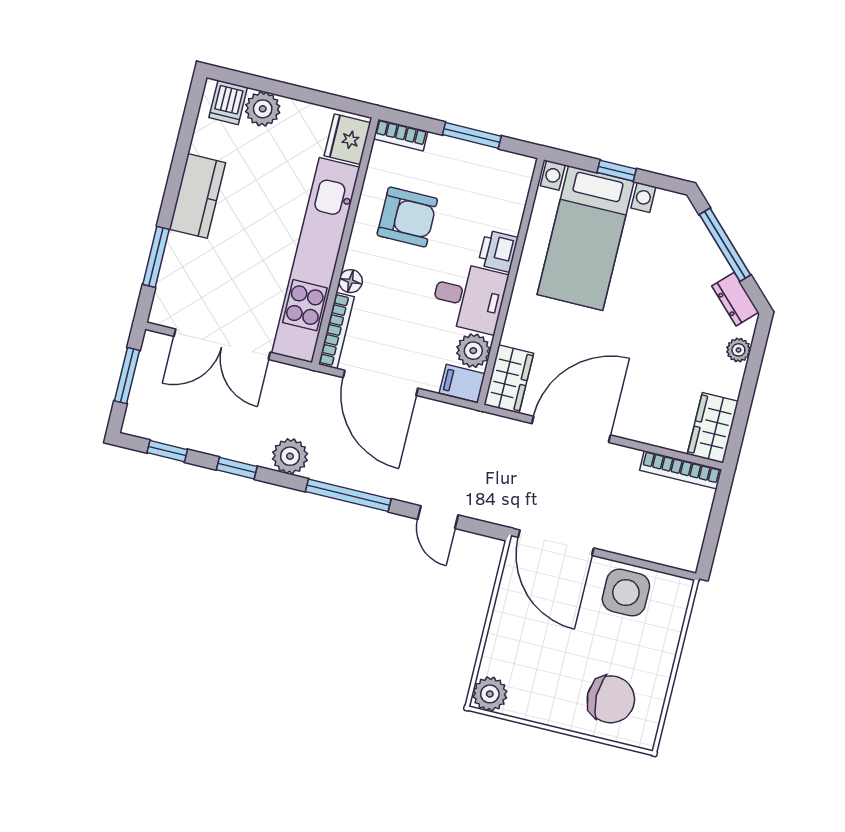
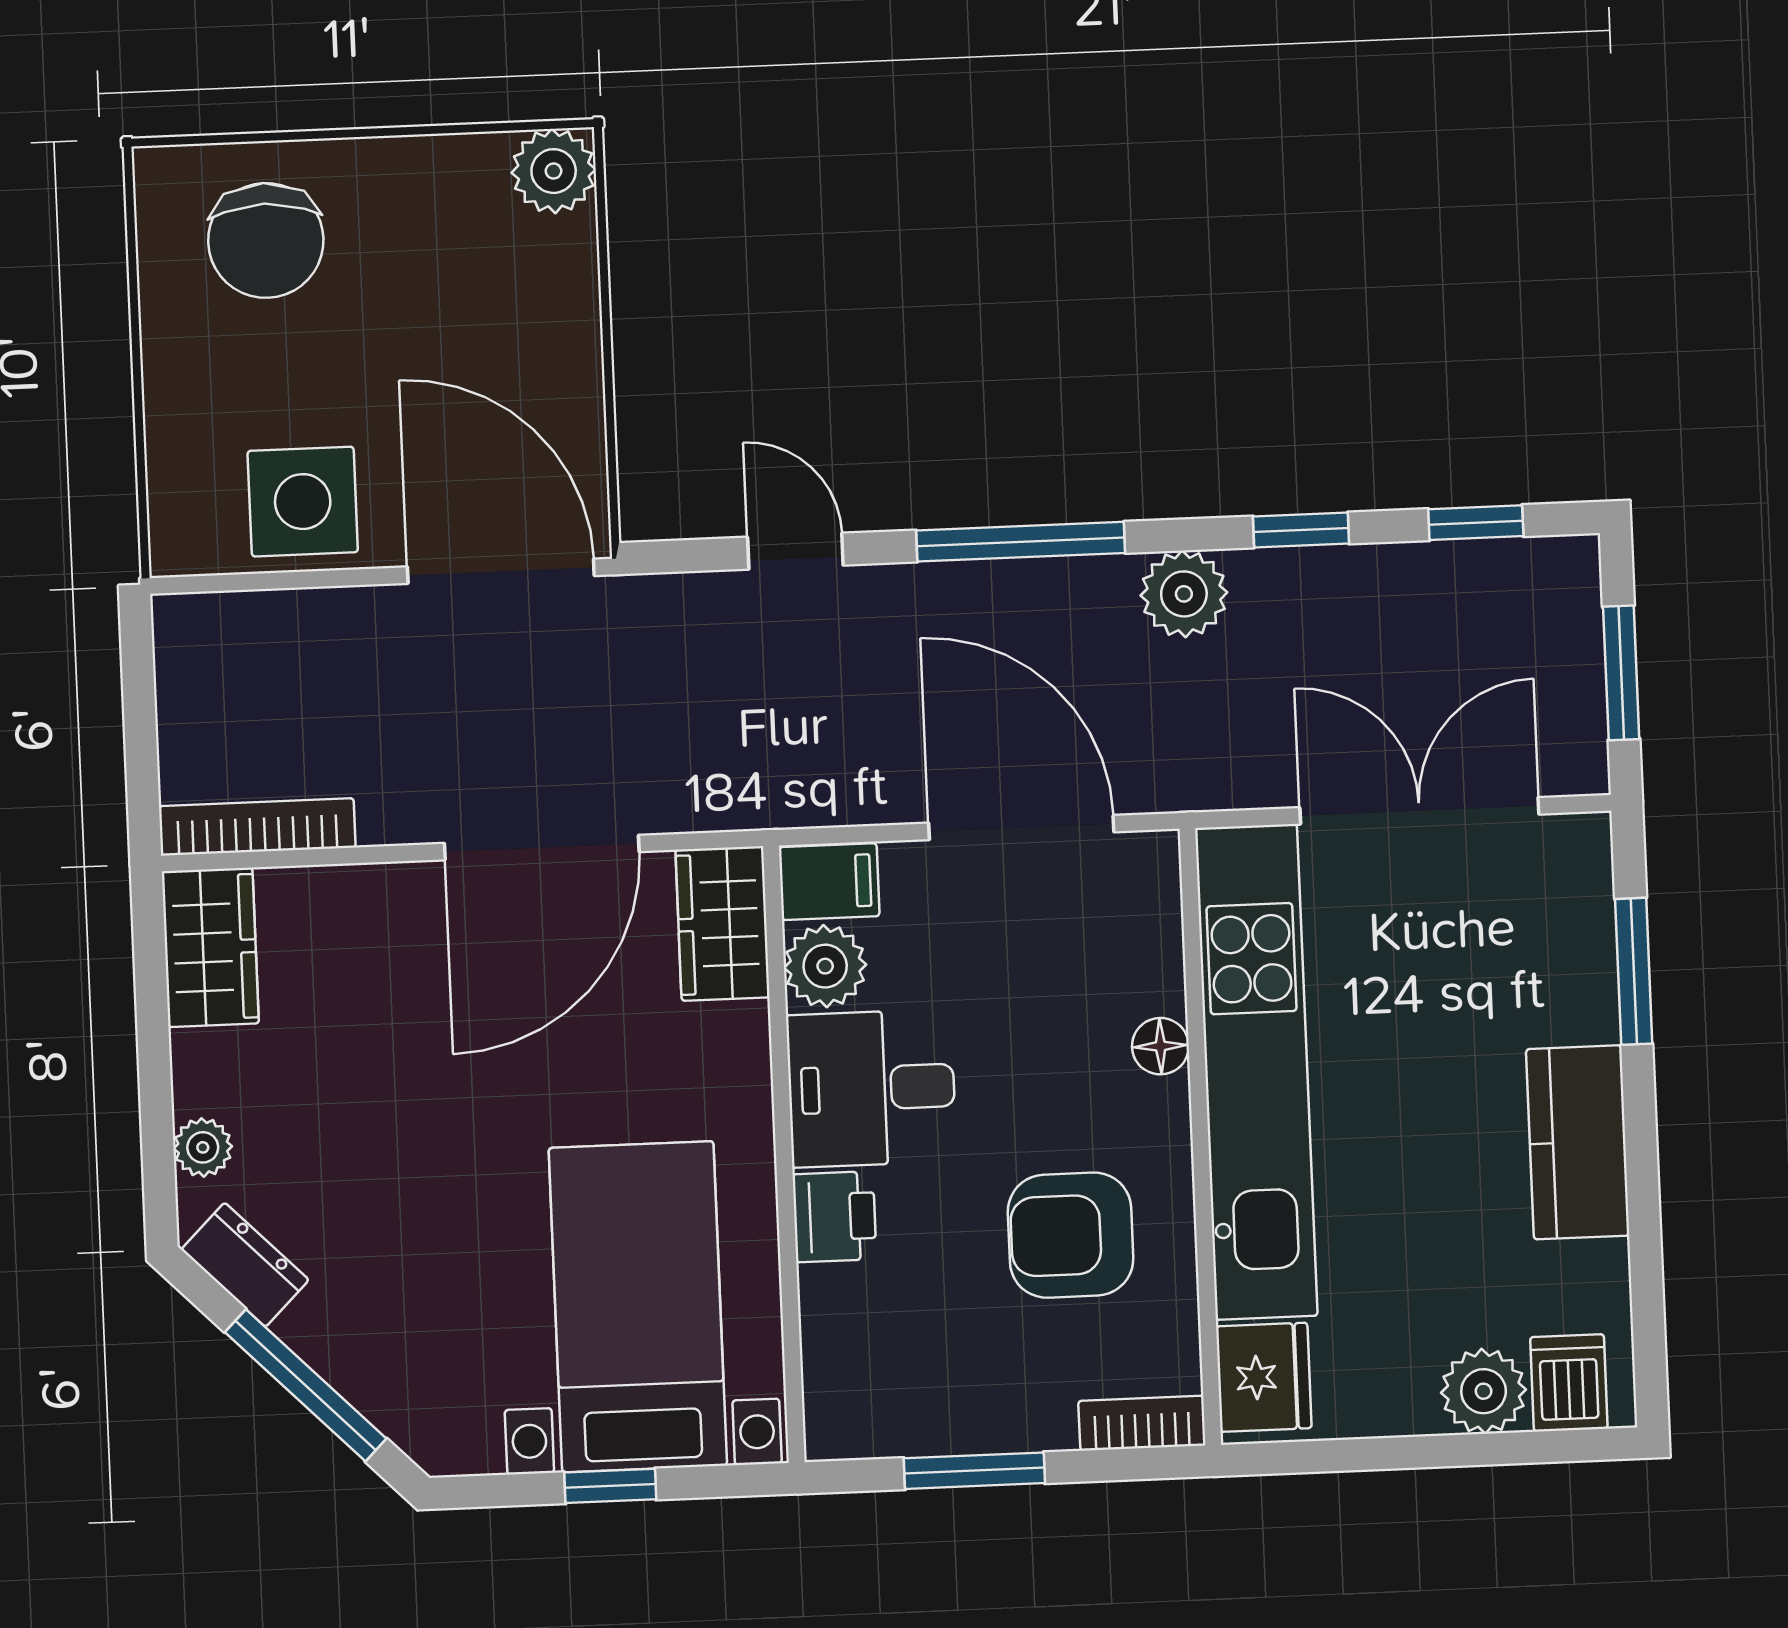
bookcase: (336, 331) -> (1160, 920), removed
chair: (611, 699) -> (266, 240), turned -90

